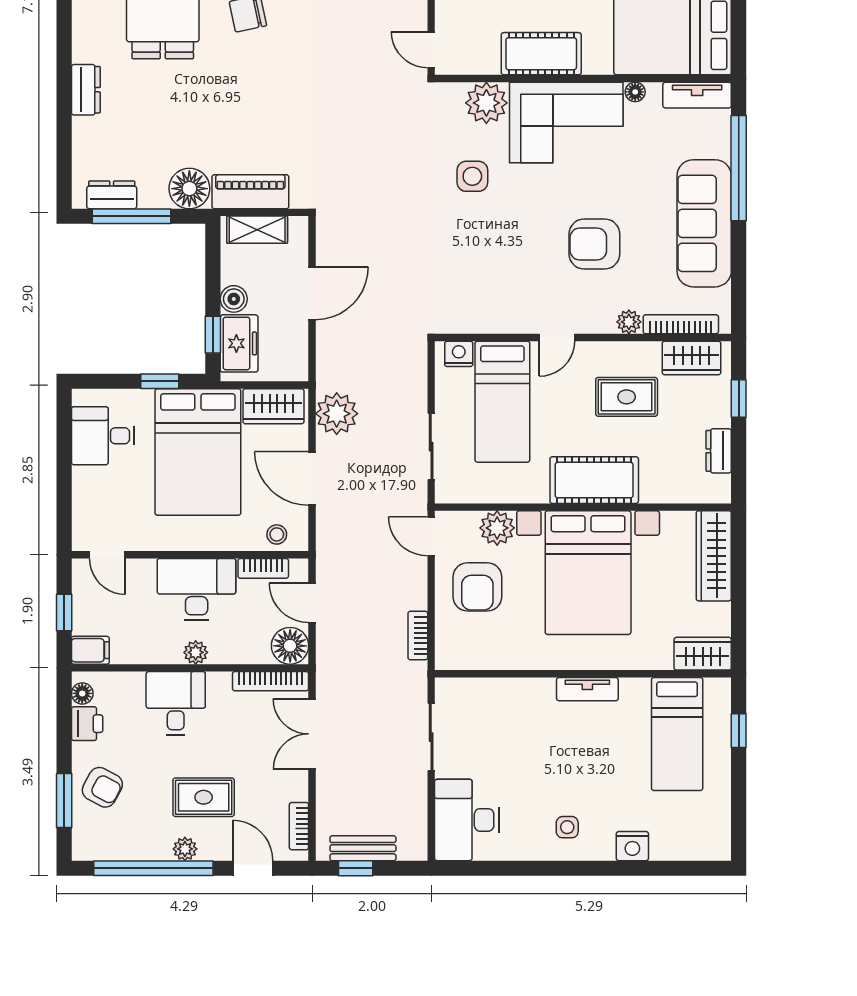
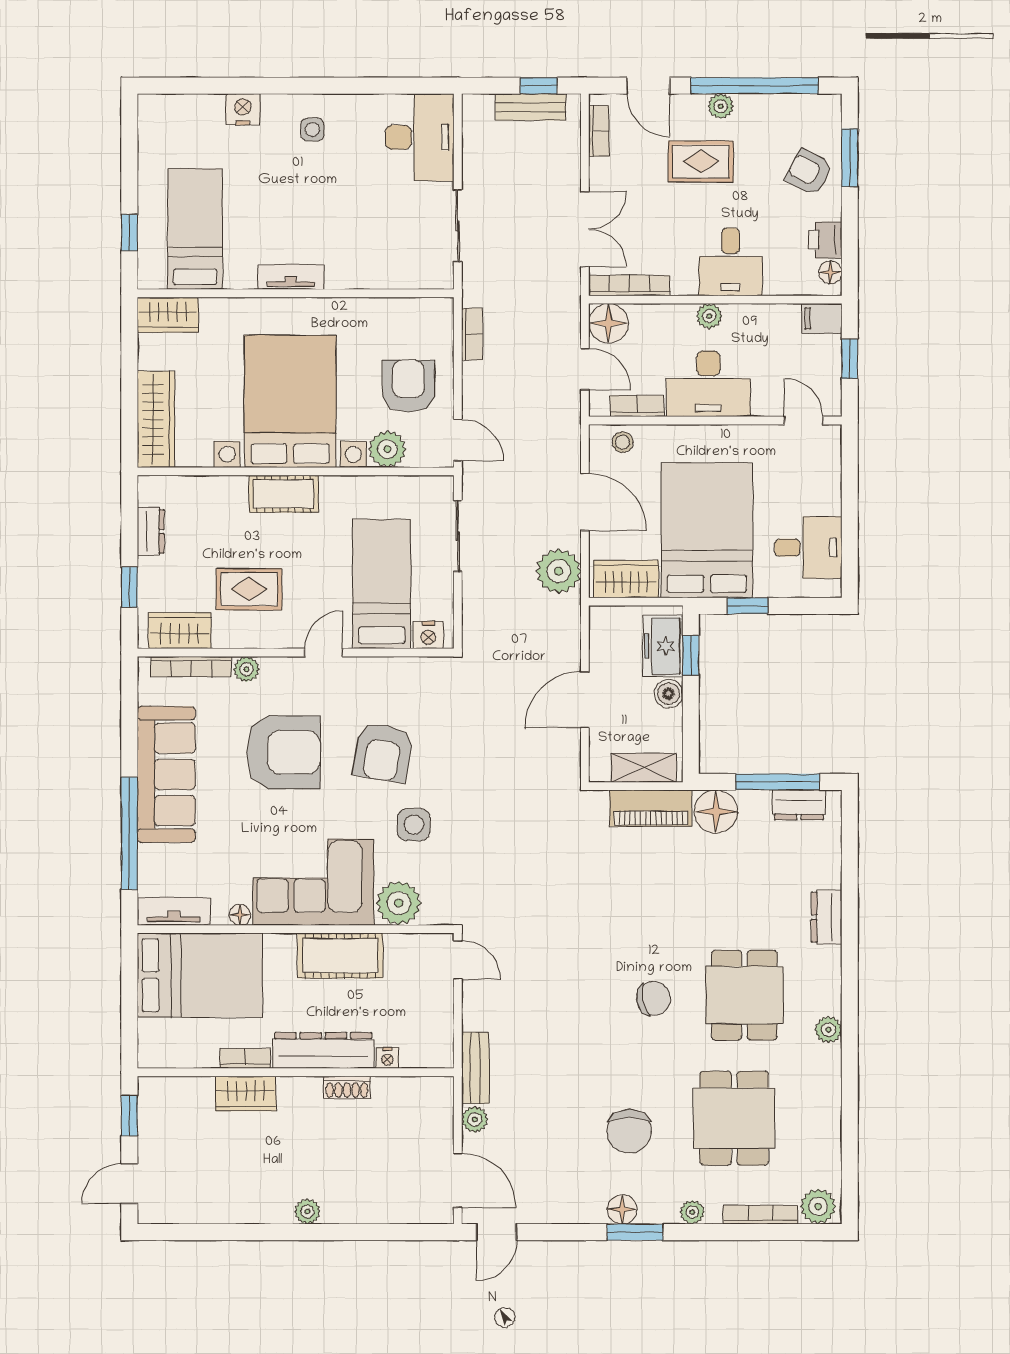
armchair: (501, 244) -> (383, 753), added
armchair: (594, 244) -> (283, 752), width x1.36, depth x1.36
cot: (594, 480) -> (284, 494), width x0.73, depth x0.75

